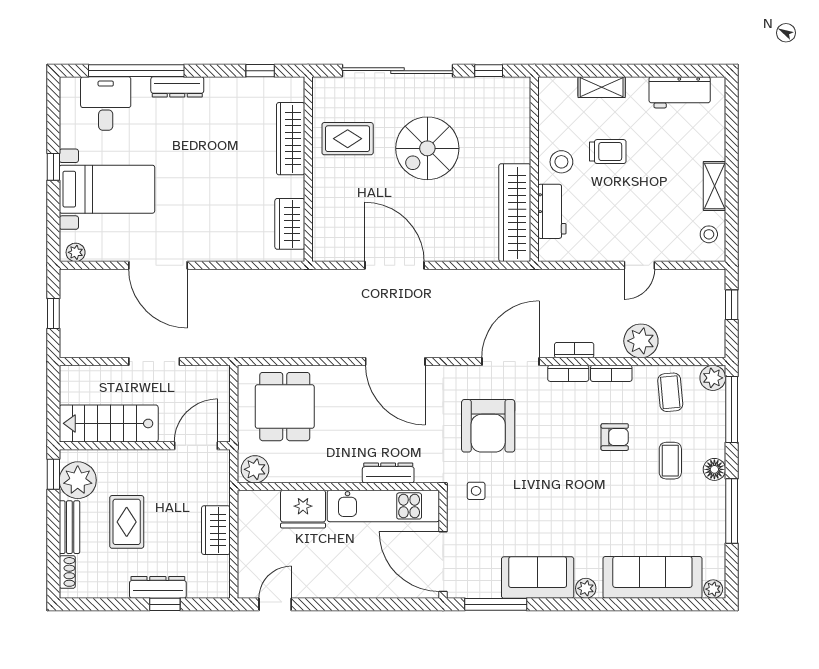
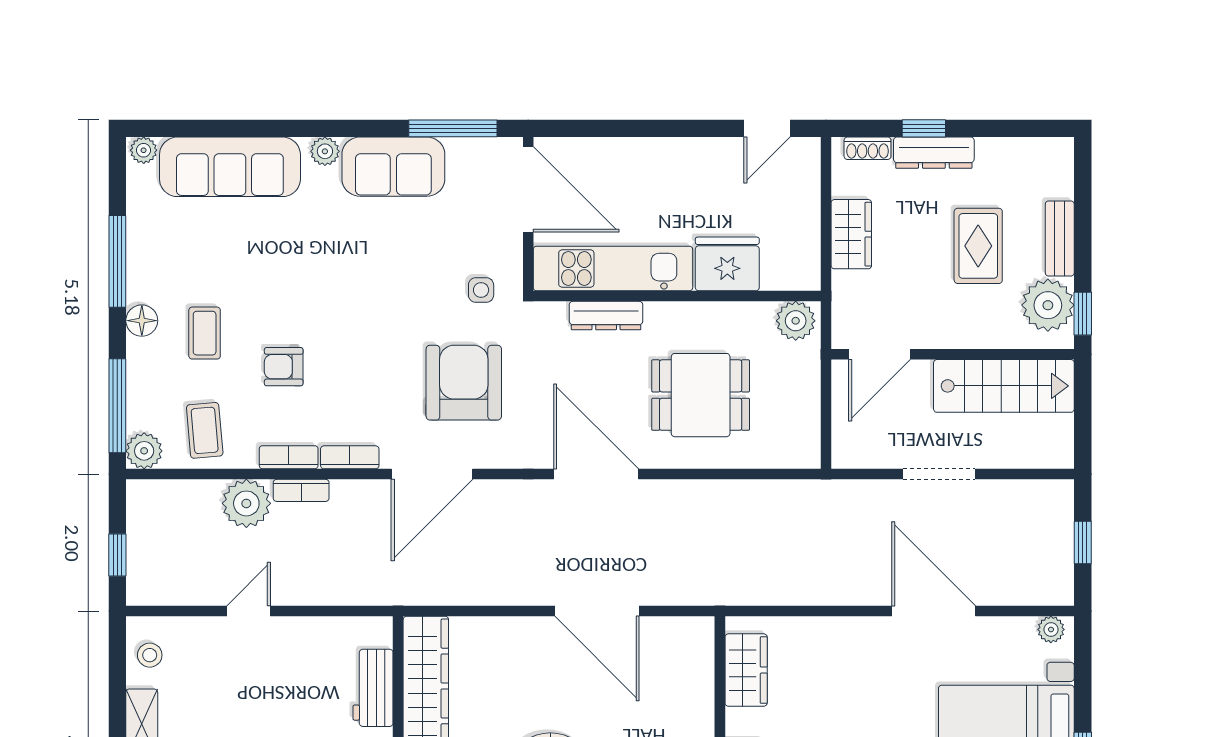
bookcase: (574, 350) -> (301, 490), moved
dining table: (285, 407) -> (701, 395), moved, turned 90
shoe rack: (67, 572) -> (868, 148), moved, turned -90

